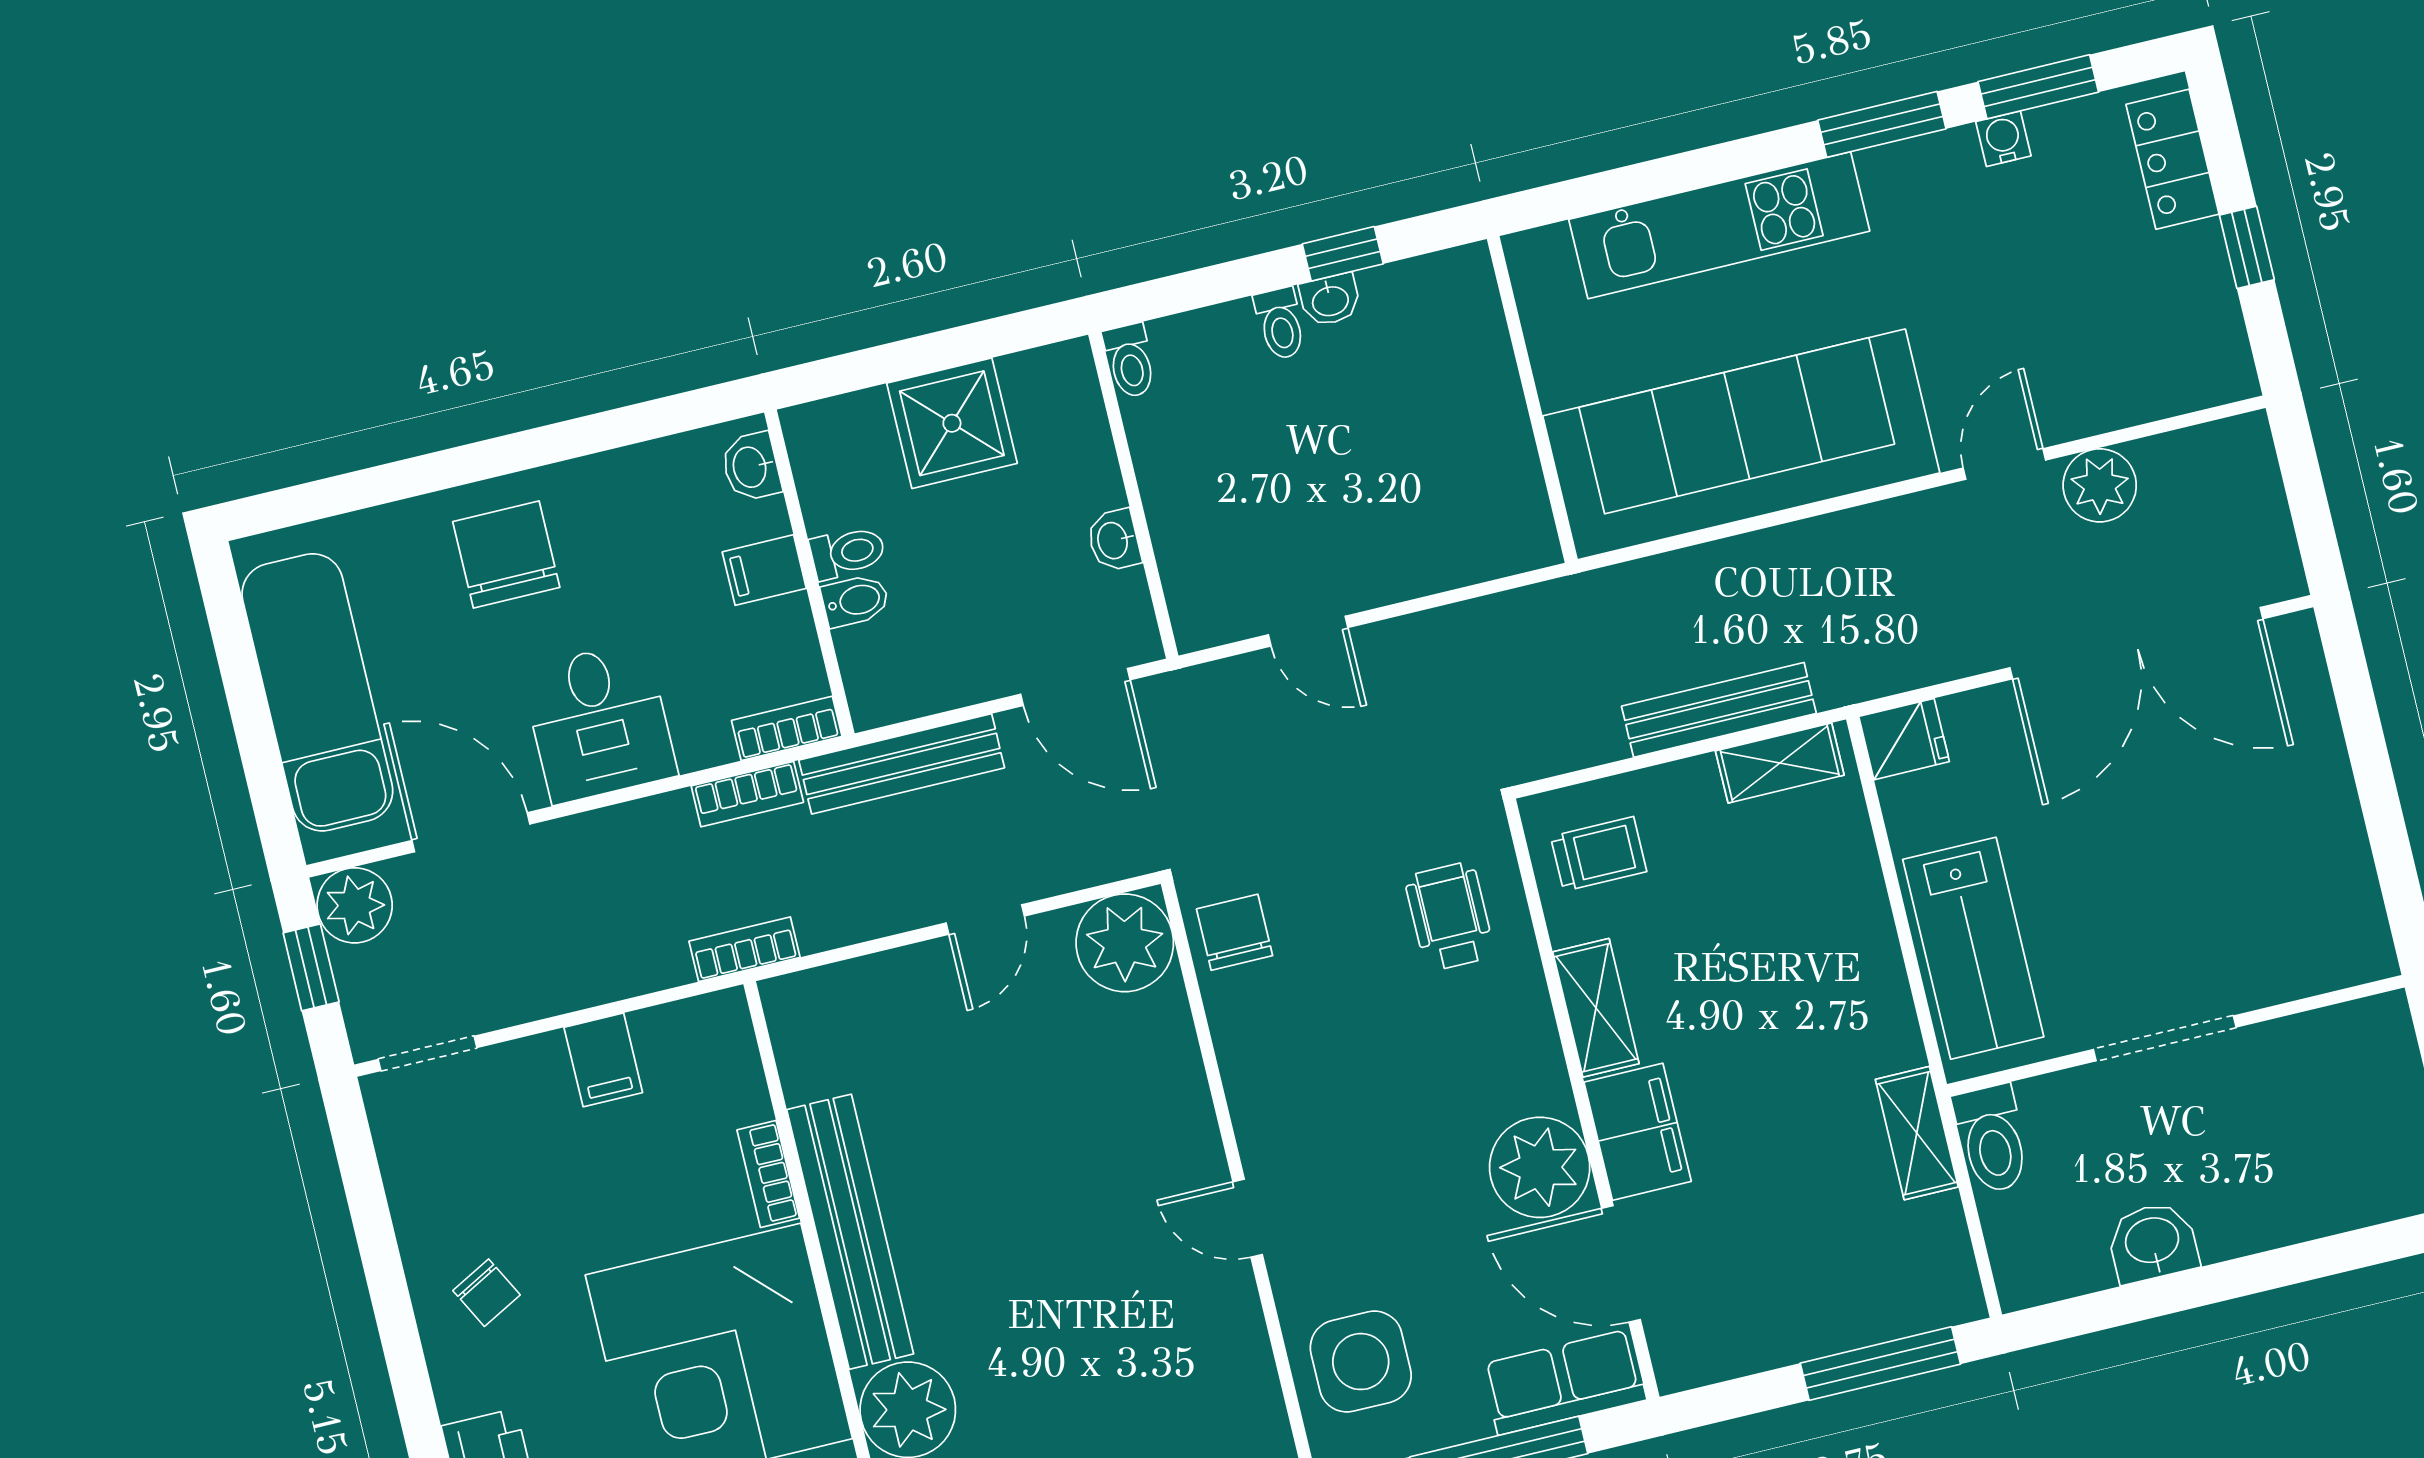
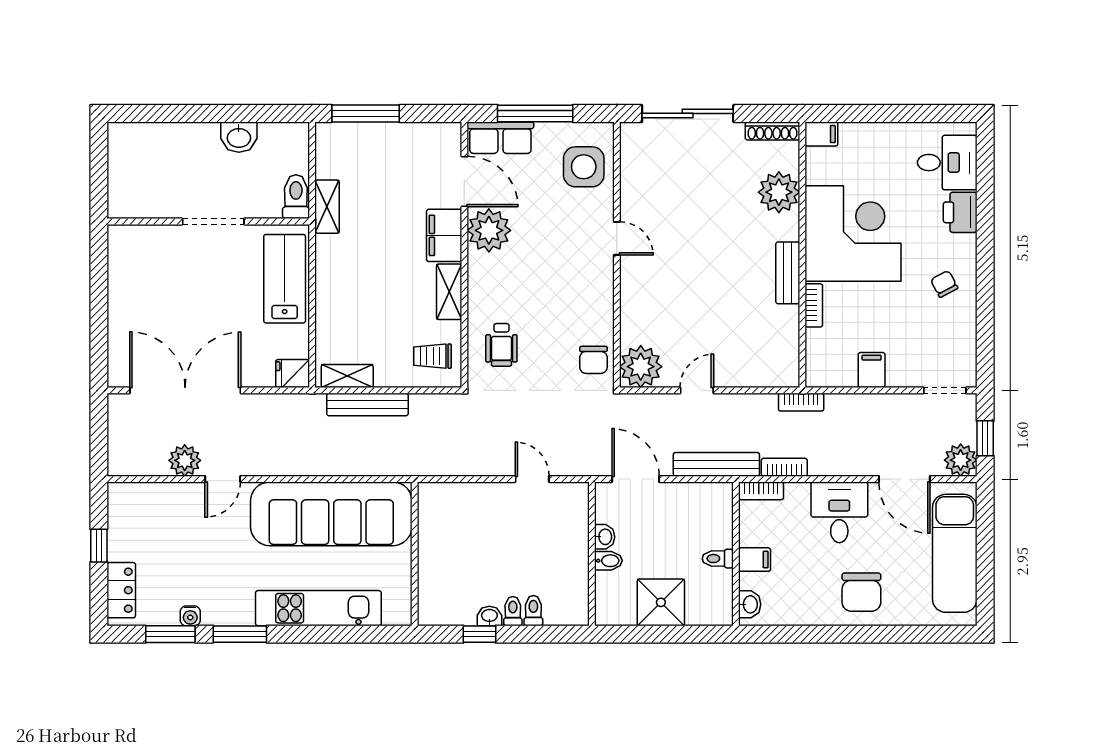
toilet: (1130, 361) -> (533, 611), moved
bidet: (855, 601) -> (608, 561), moved, turned 180
bench: (850, 1232) -> (788, 273), width x0.54, depth x0.82

